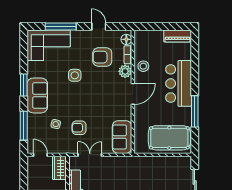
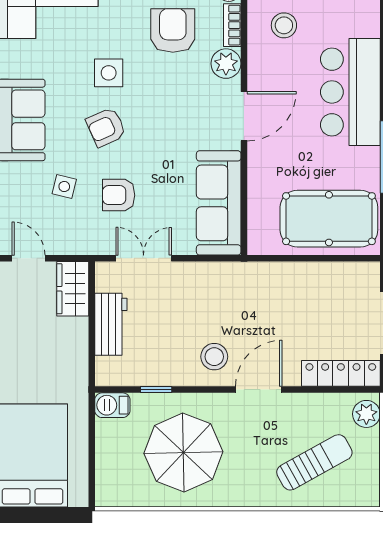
armchair: (102, 57) -> (173, 30), turned 90
stool: (143, 66) -> (284, 25), moved
armchair: (74, 99) -> (106, 127), added
sofa: (122, 137) -> (219, 203), width x1.36

